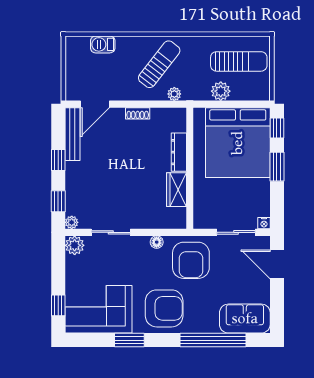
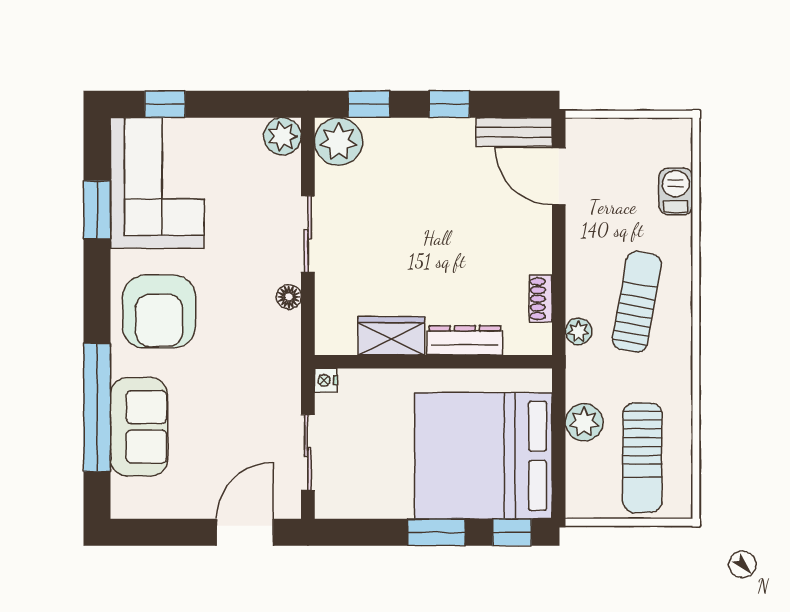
sun lounger: (159, 64) -> (637, 302), turned -118
shoe rack: (138, 113) -> (541, 299), moved
bench: (72, 134) -> (514, 132), width x0.73
plant: (72, 222) -> (339, 142), width x1.88, depth x1.88
nightstand: (264, 223) -> (326, 380), moved
sliding door: (111, 232) -> (308, 234), moved
armchair: (191, 260) -> (253, 364), removed
sofa: (245, 319) -> (139, 427), moved
window: (129, 340) -> (97, 210), moved

